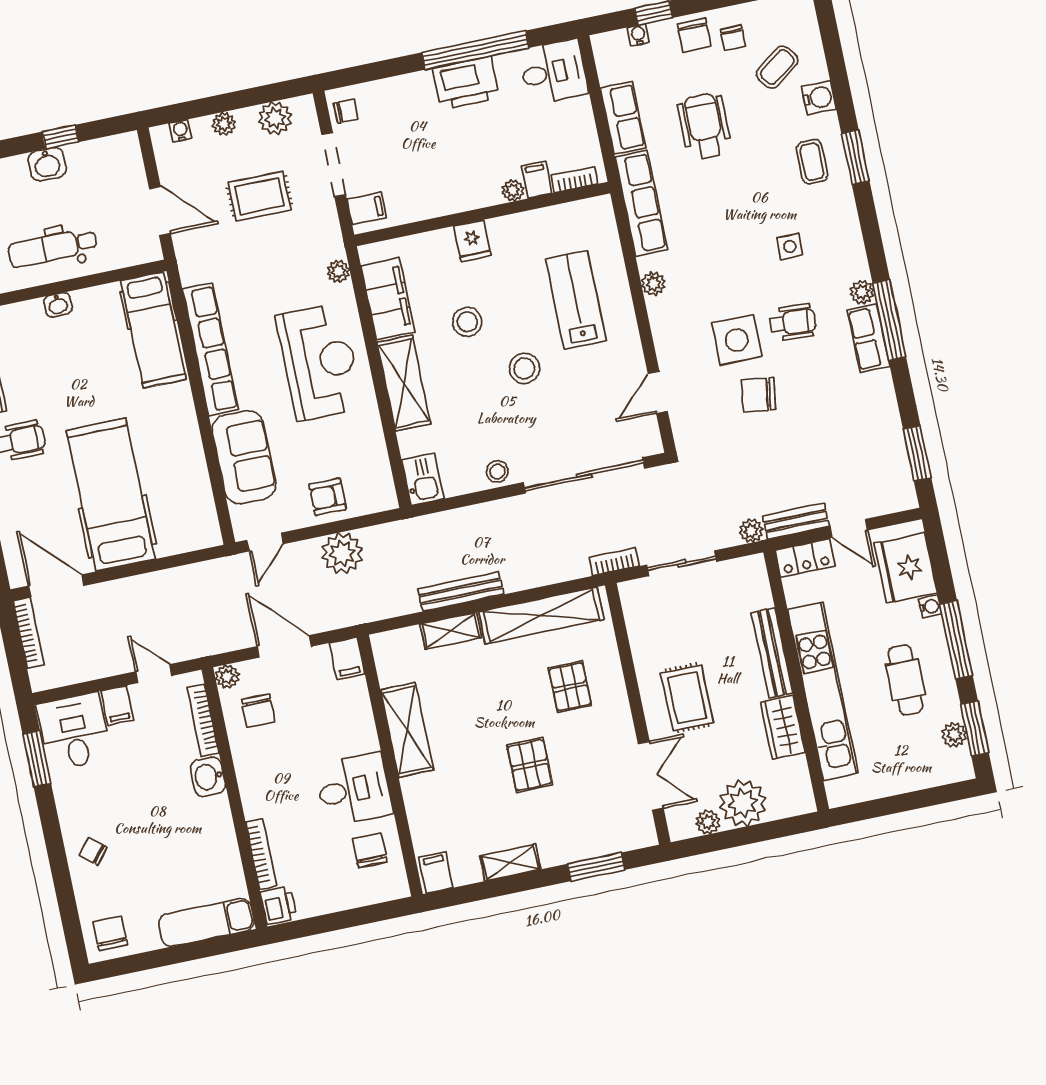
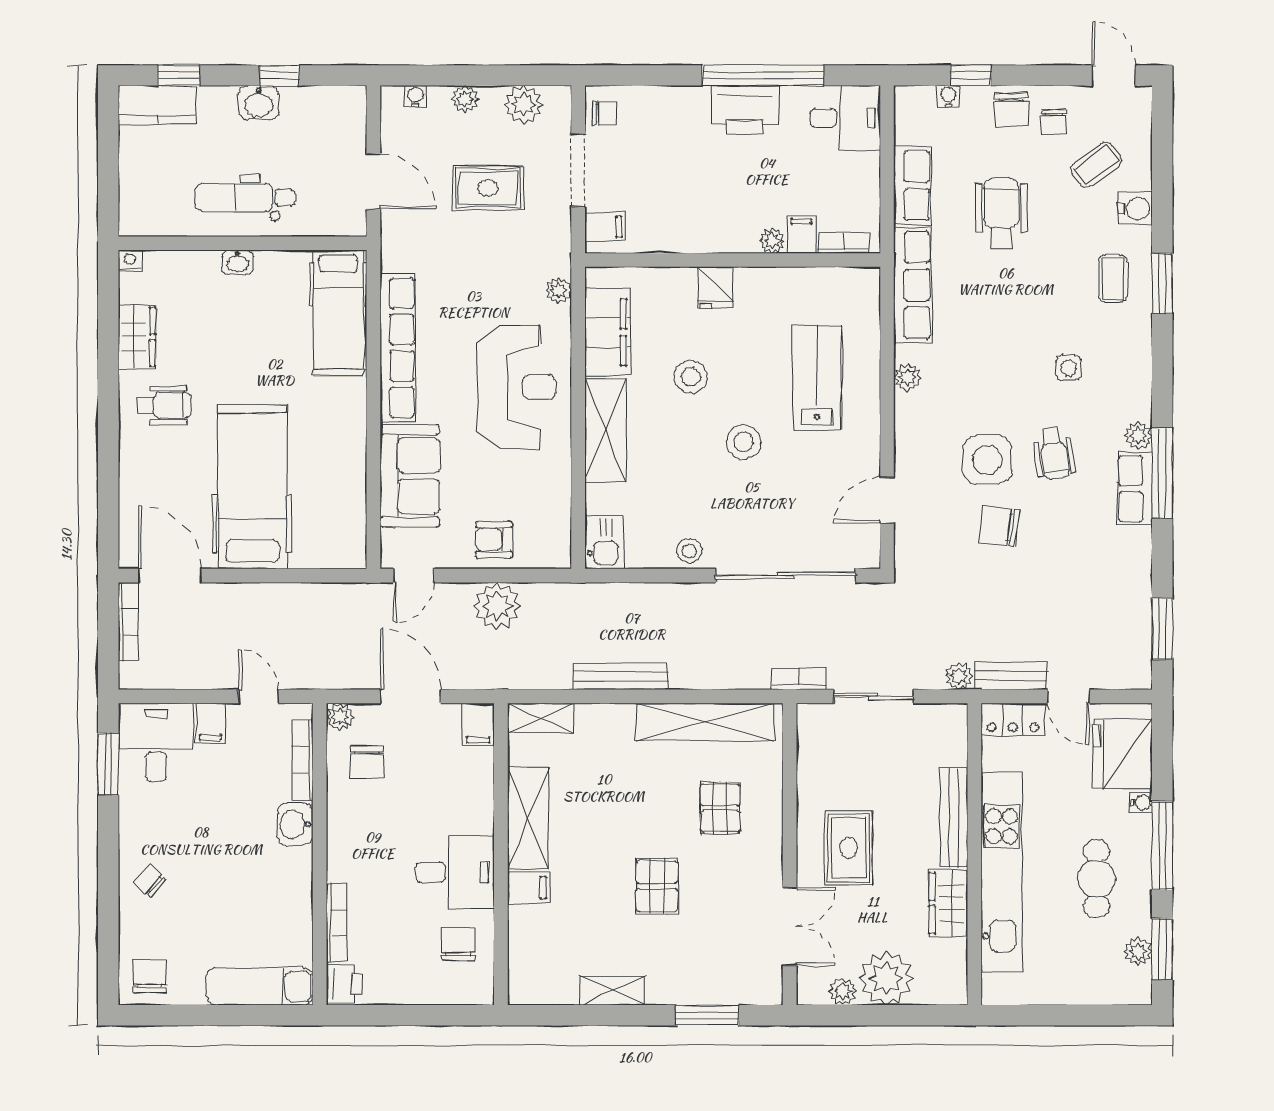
wheelchair: (793, 322) -> (1054, 453), turned 78
shelving: (451, 631) -> (541, 718), moved
filing cabinet: (436, 873) -> (529, 888), moved, turned 90

